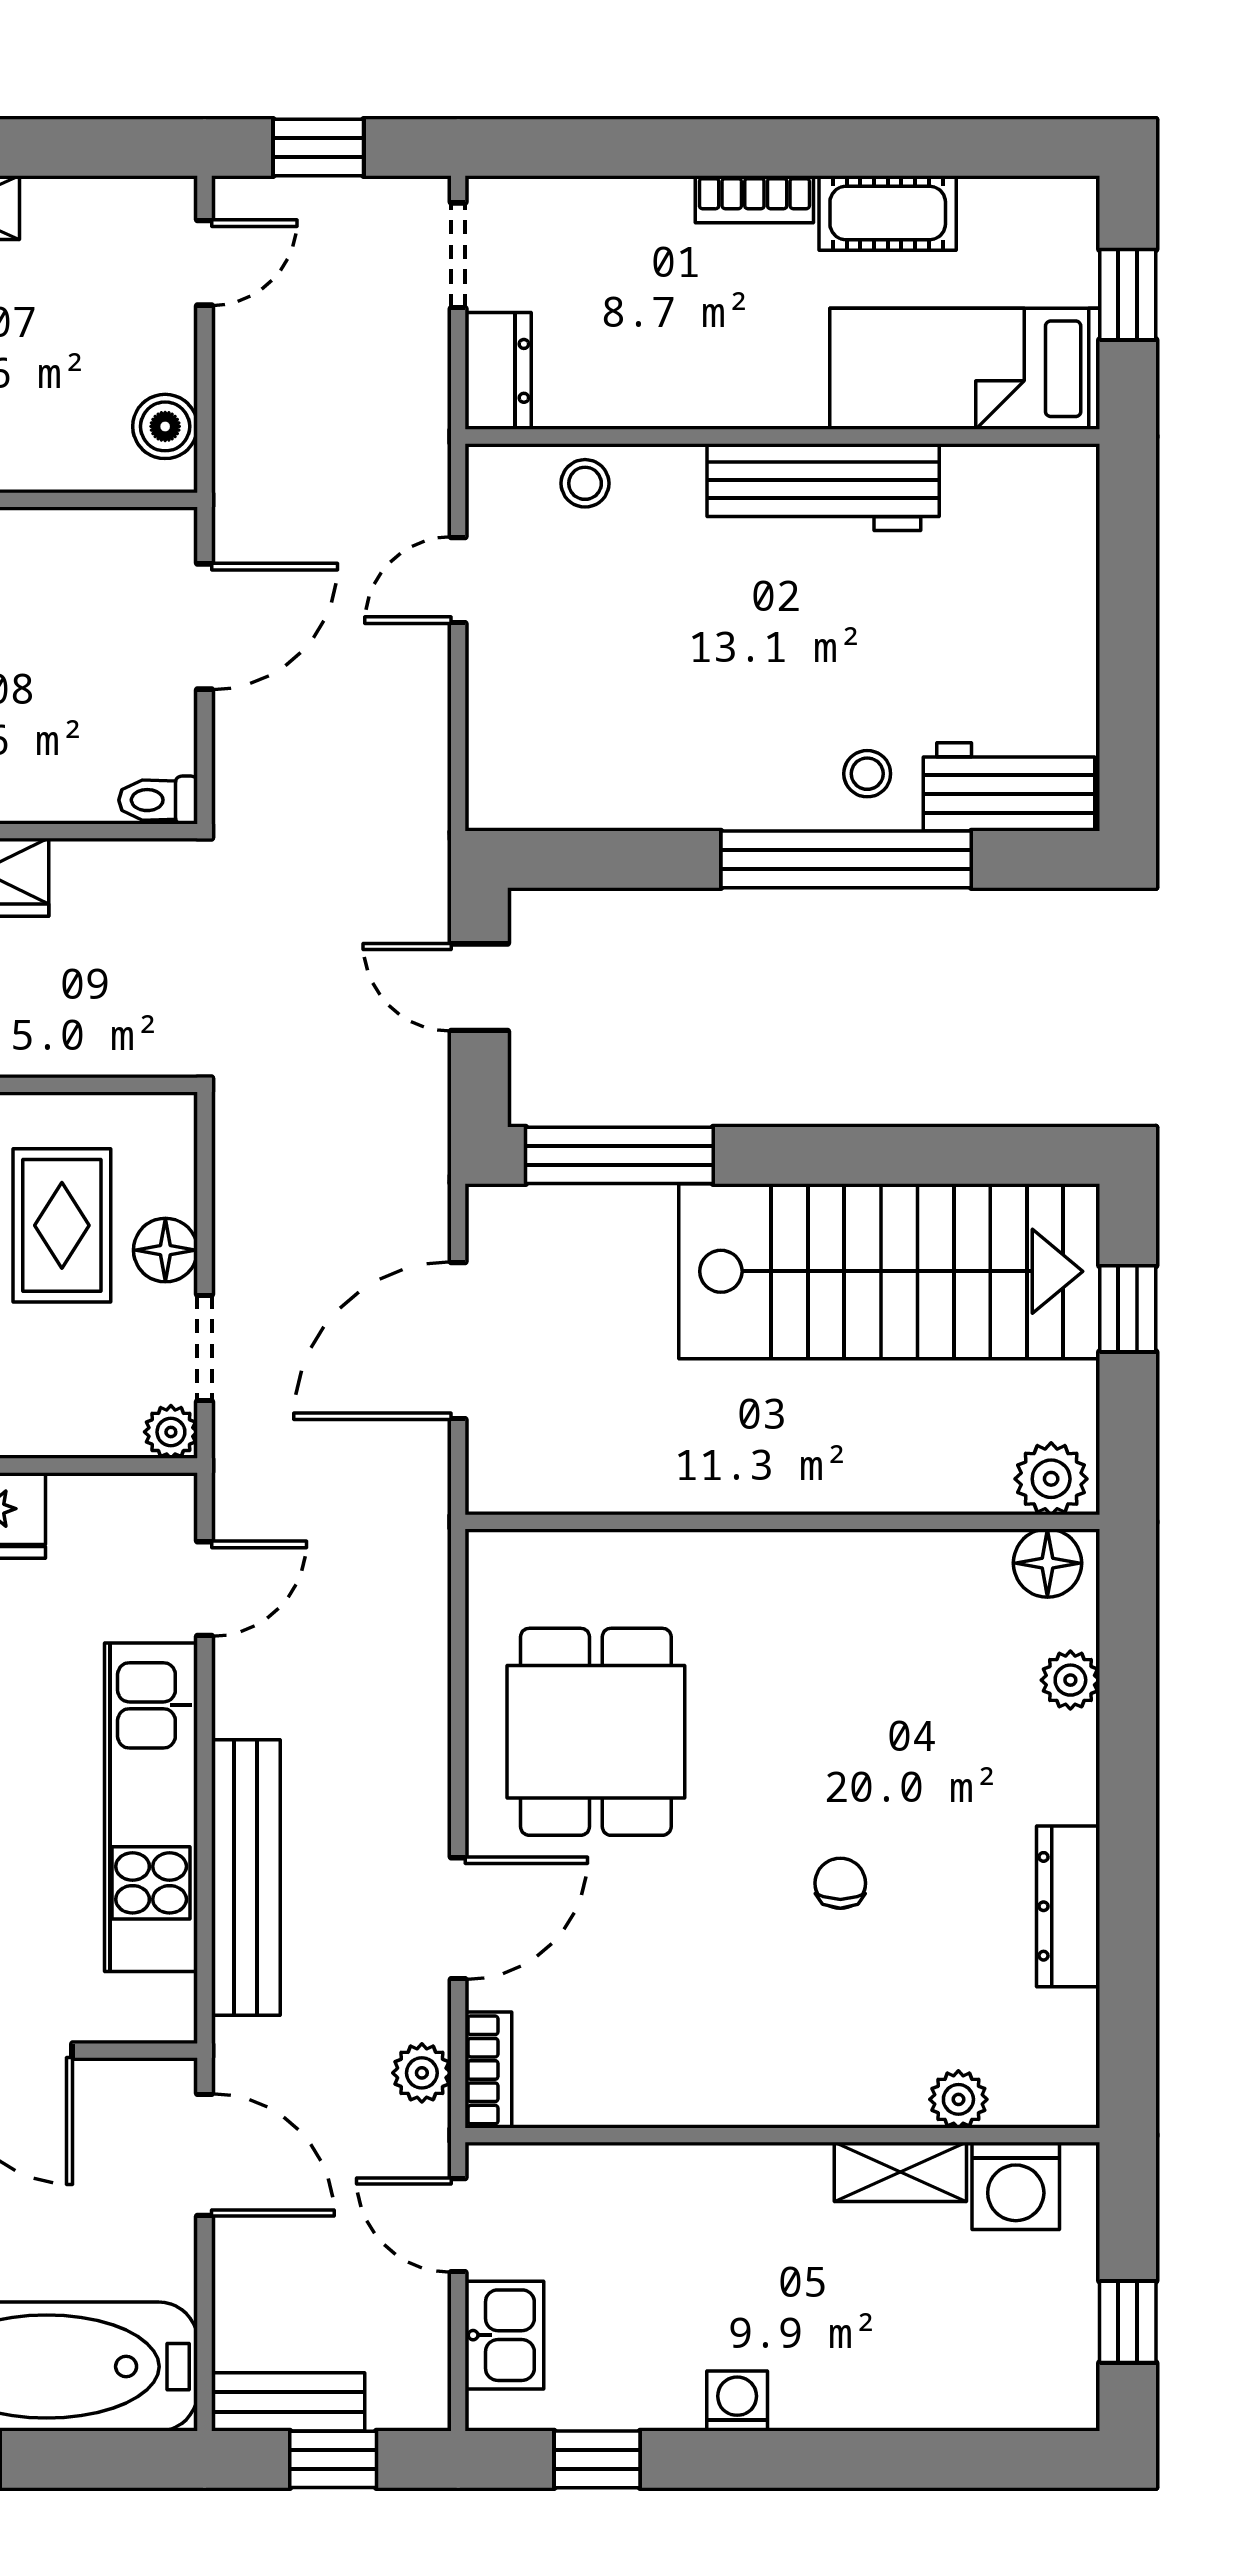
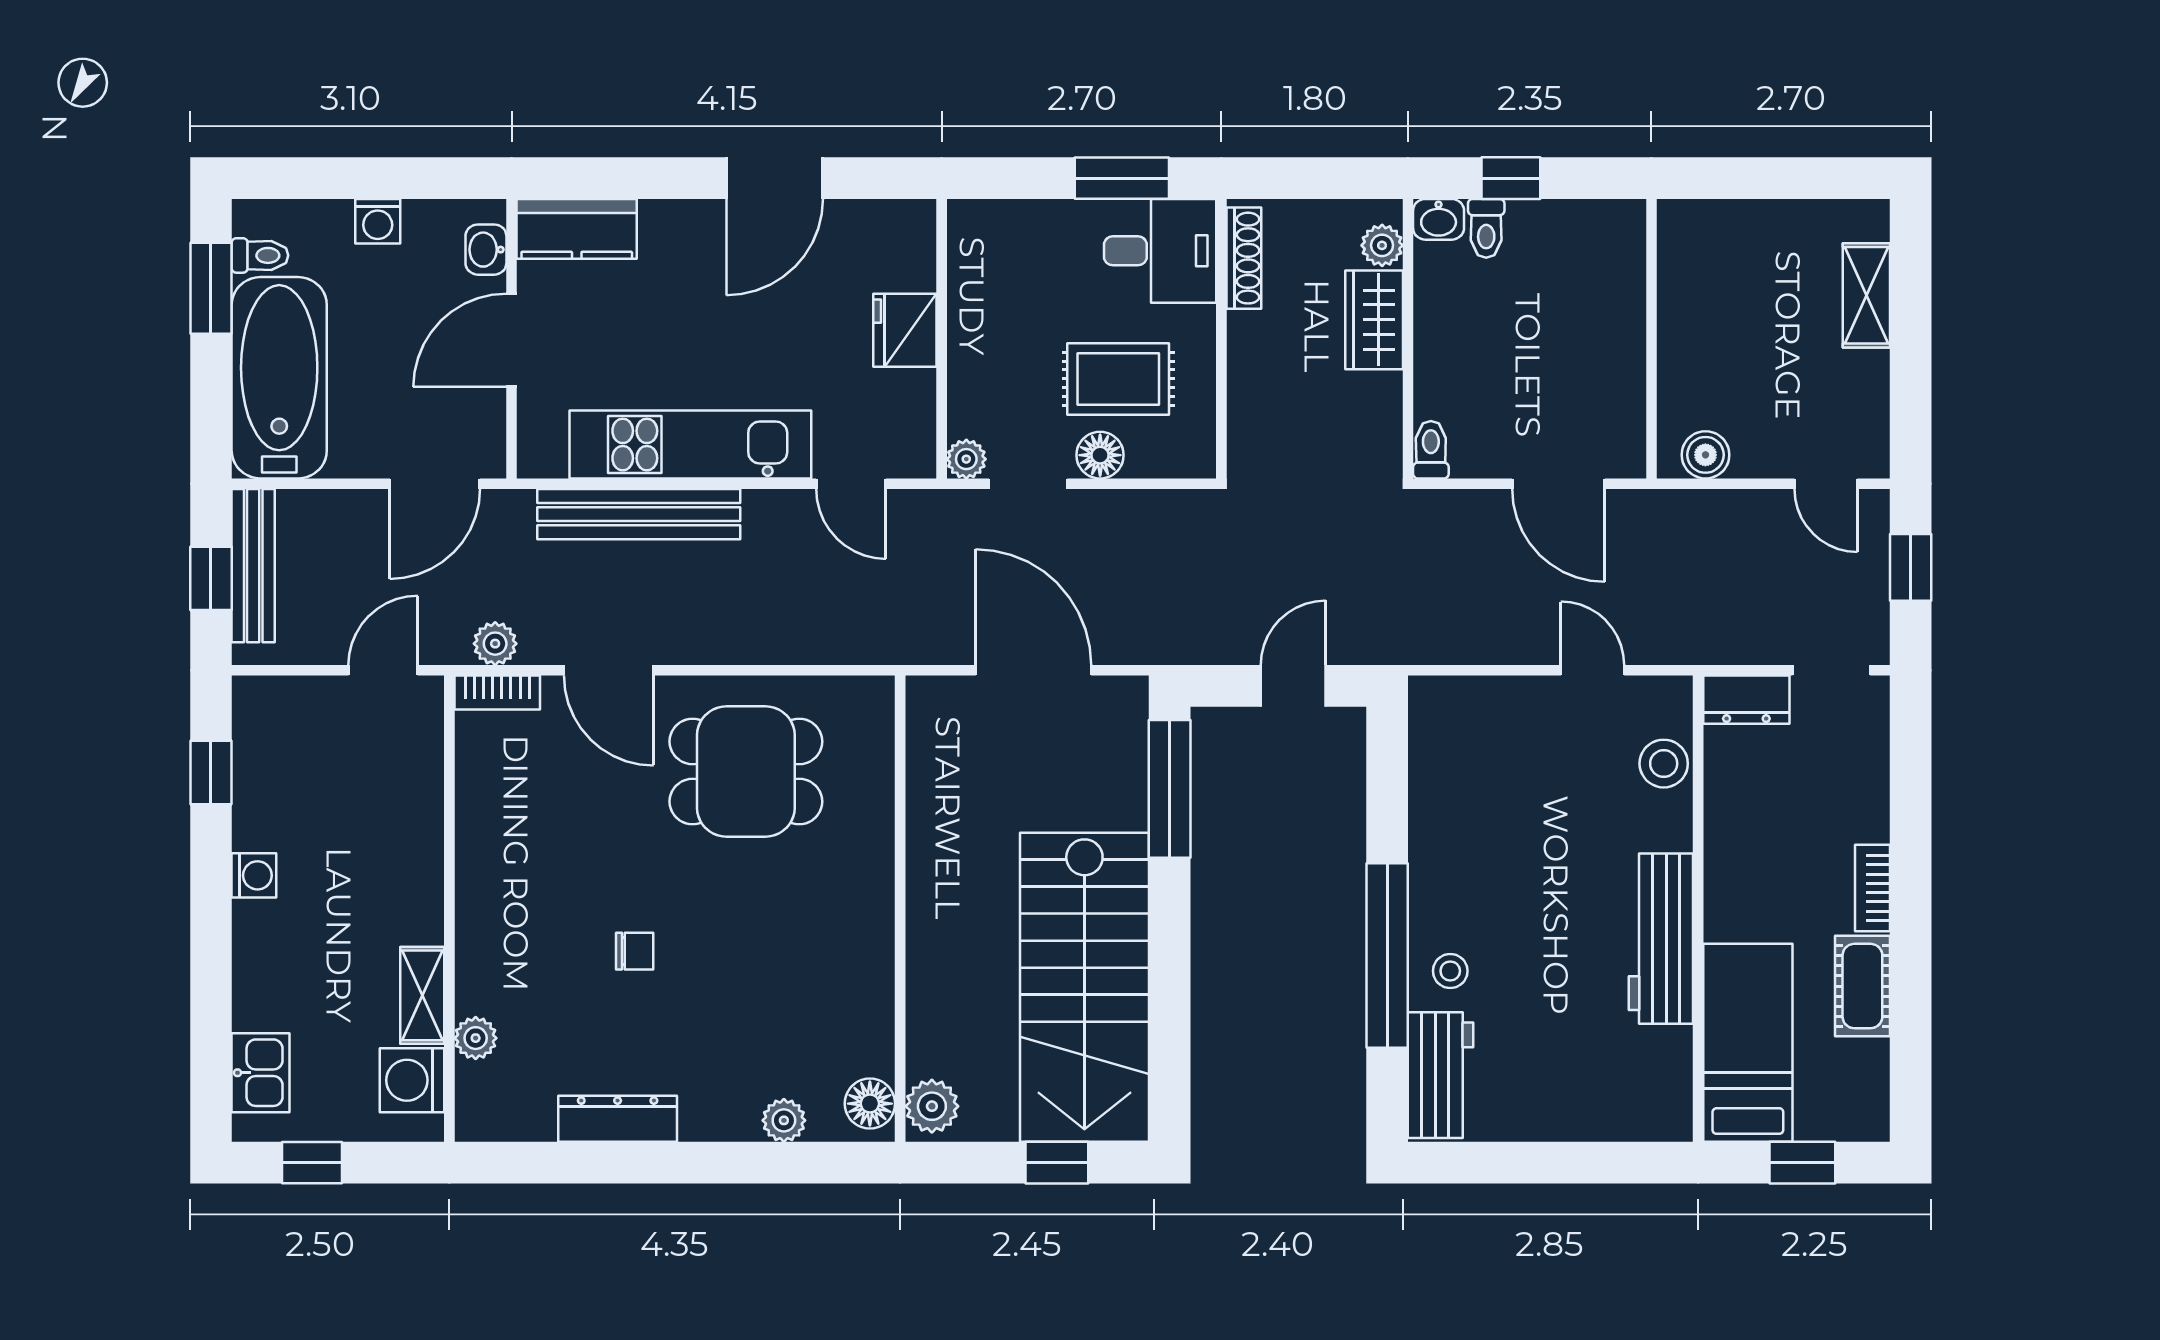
stool: (585, 483) -> (1664, 764), width x1.37, depth x1.37
kitchen sink: (504, 2335) -> (261, 1073), moved, turned -90
bench: (288, 2402) -> (253, 566), width x1.36

